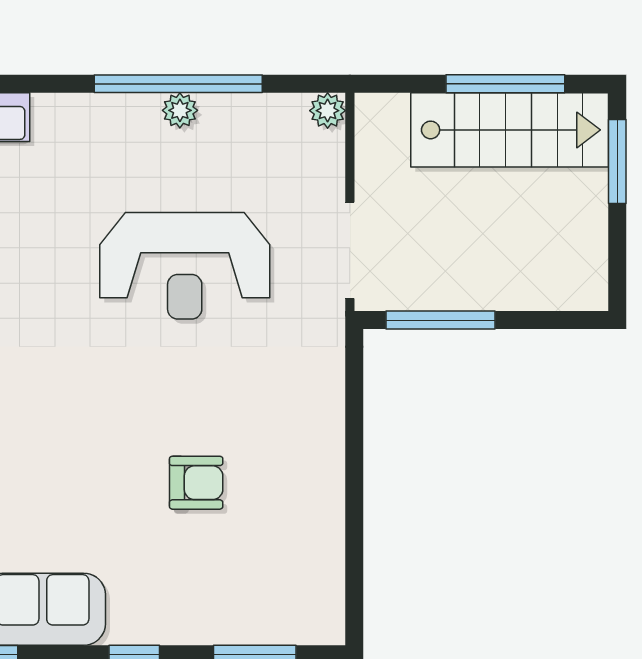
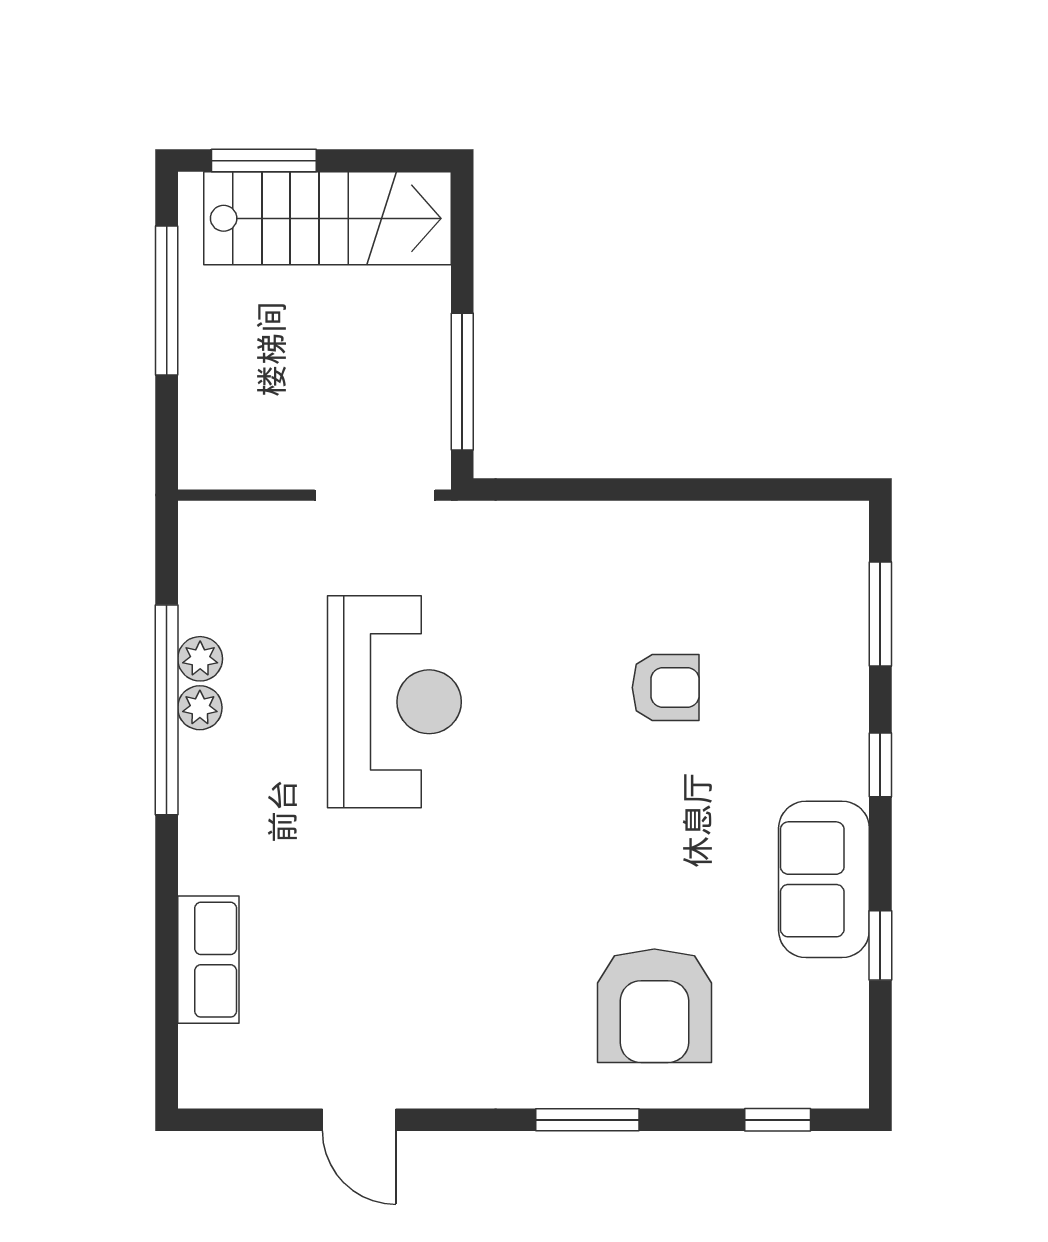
plant: (328, 111) -> (200, 659), moved
stairs: (510, 130) -> (327, 218), moved, turned 90
armchair: (196, 483) -> (666, 688), turned 90

